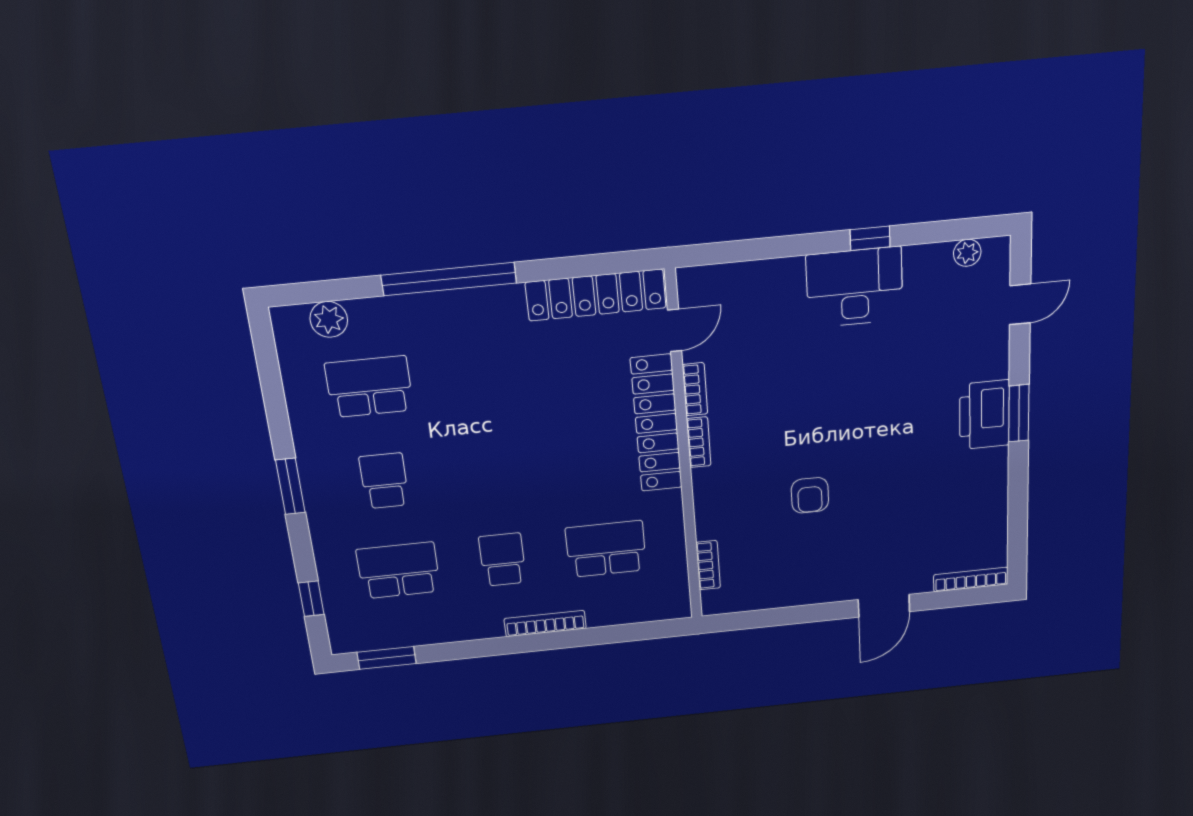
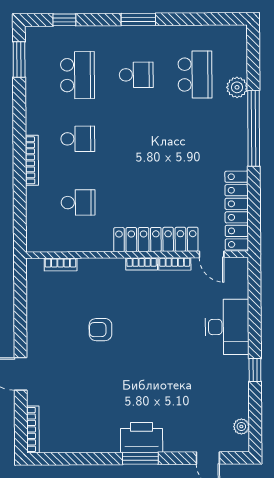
desk: (855, 287) -> (227, 327), moved
plant: (329, 319) -> (237, 87), moved
school desk: (606, 549) -> (78, 203), width x0.54

